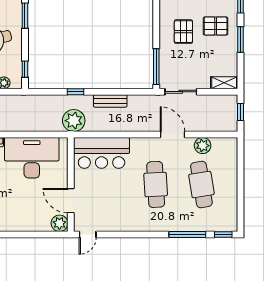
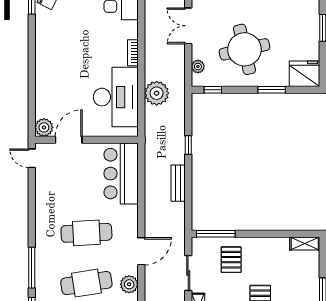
pallet: (183, 32) -> (231, 260), moved, turned 90
sliding door: (181, 92) -> (188, 273), moved
plant: (74, 121) -> (157, 93), moved

